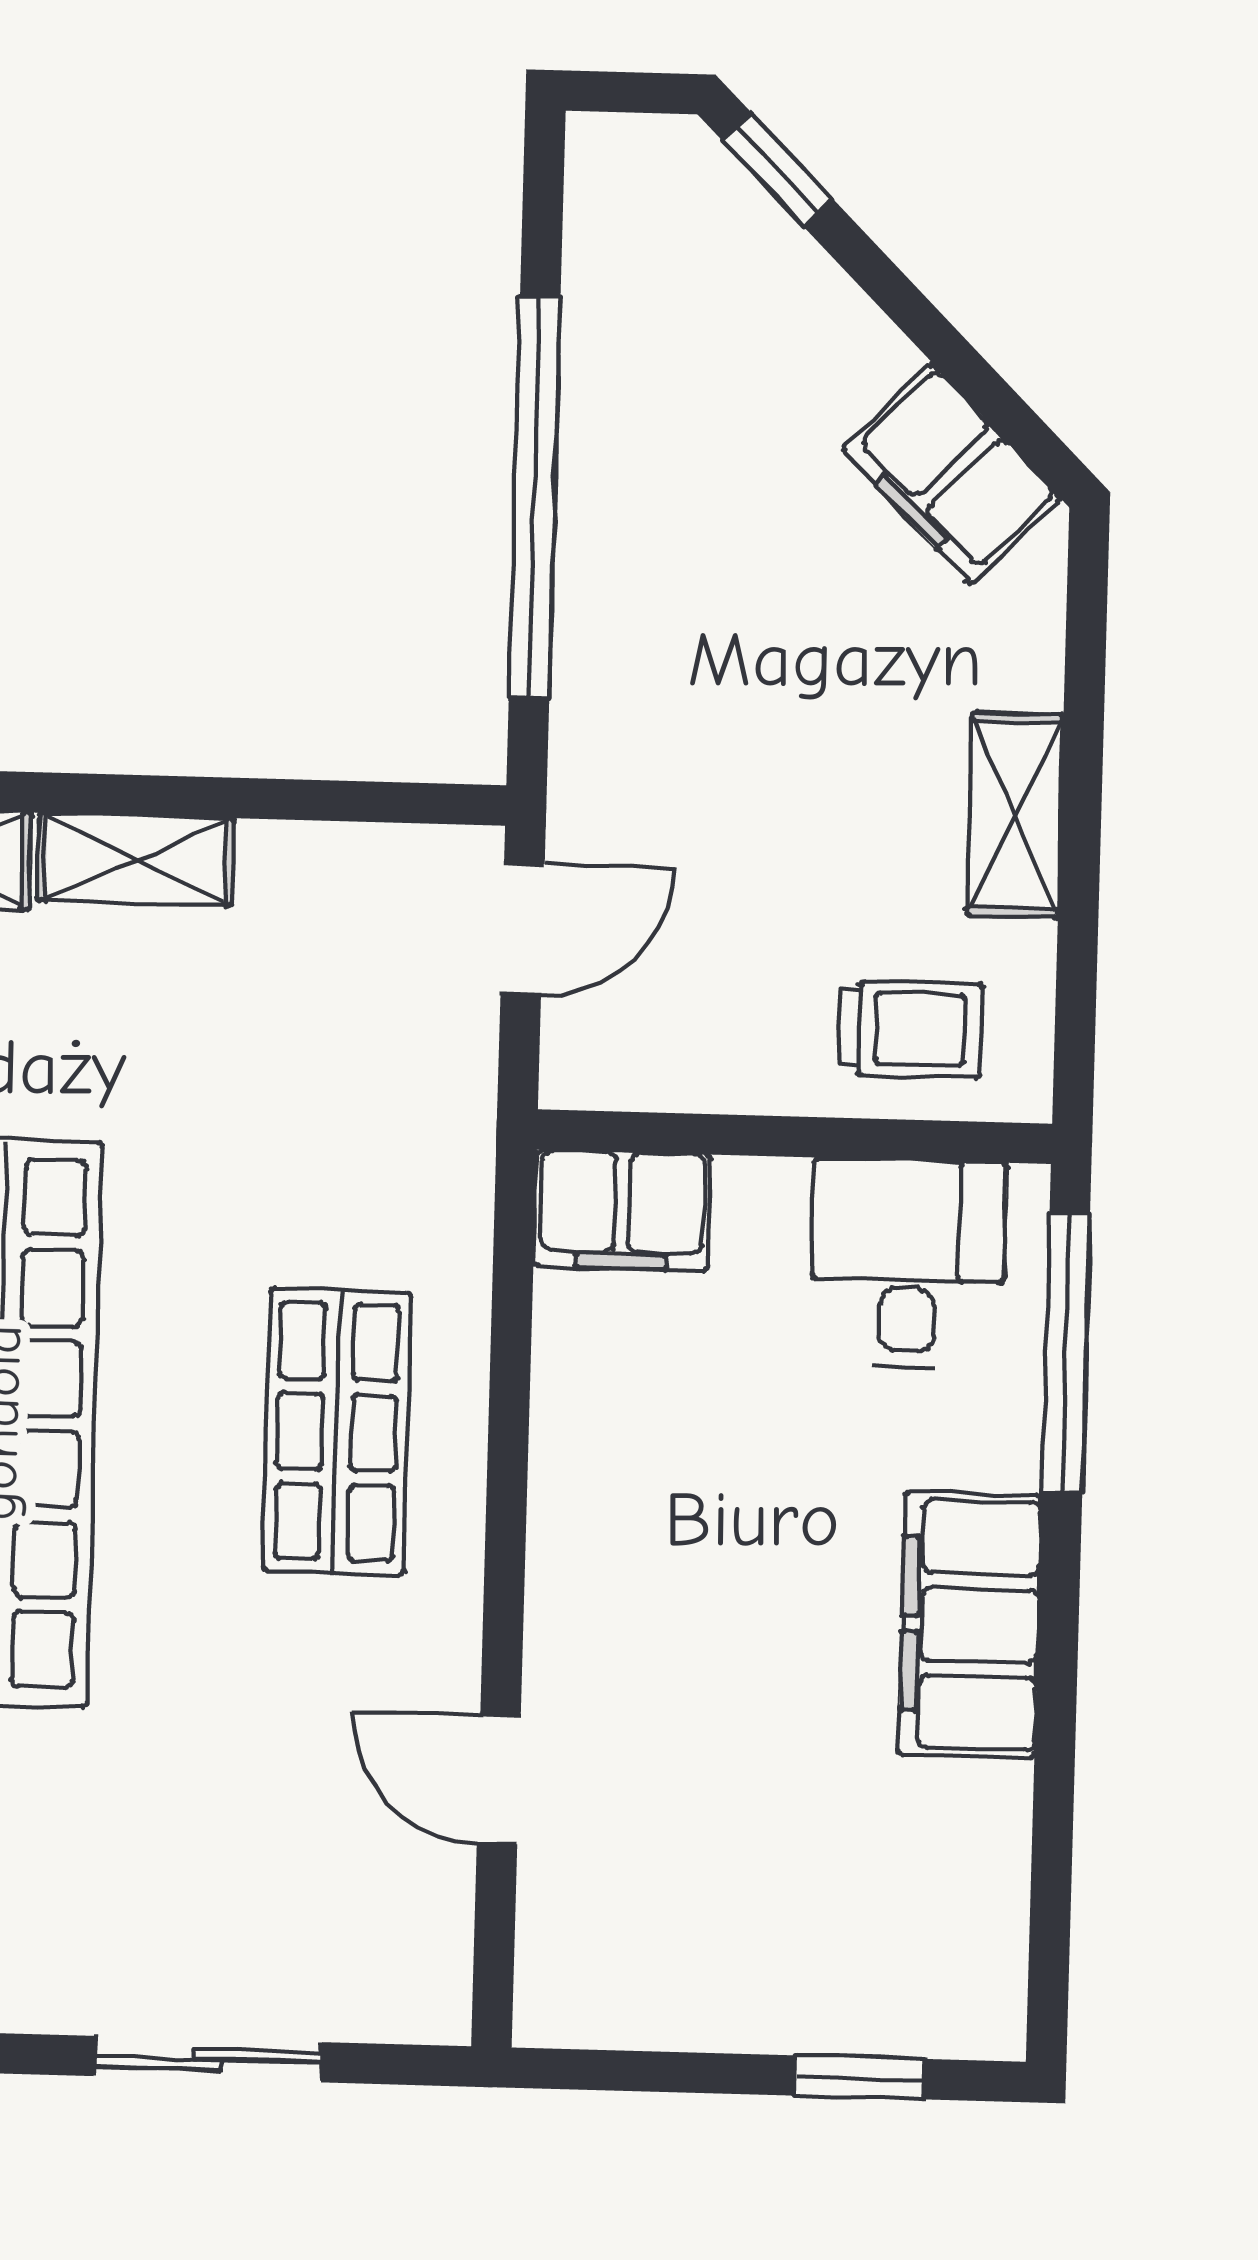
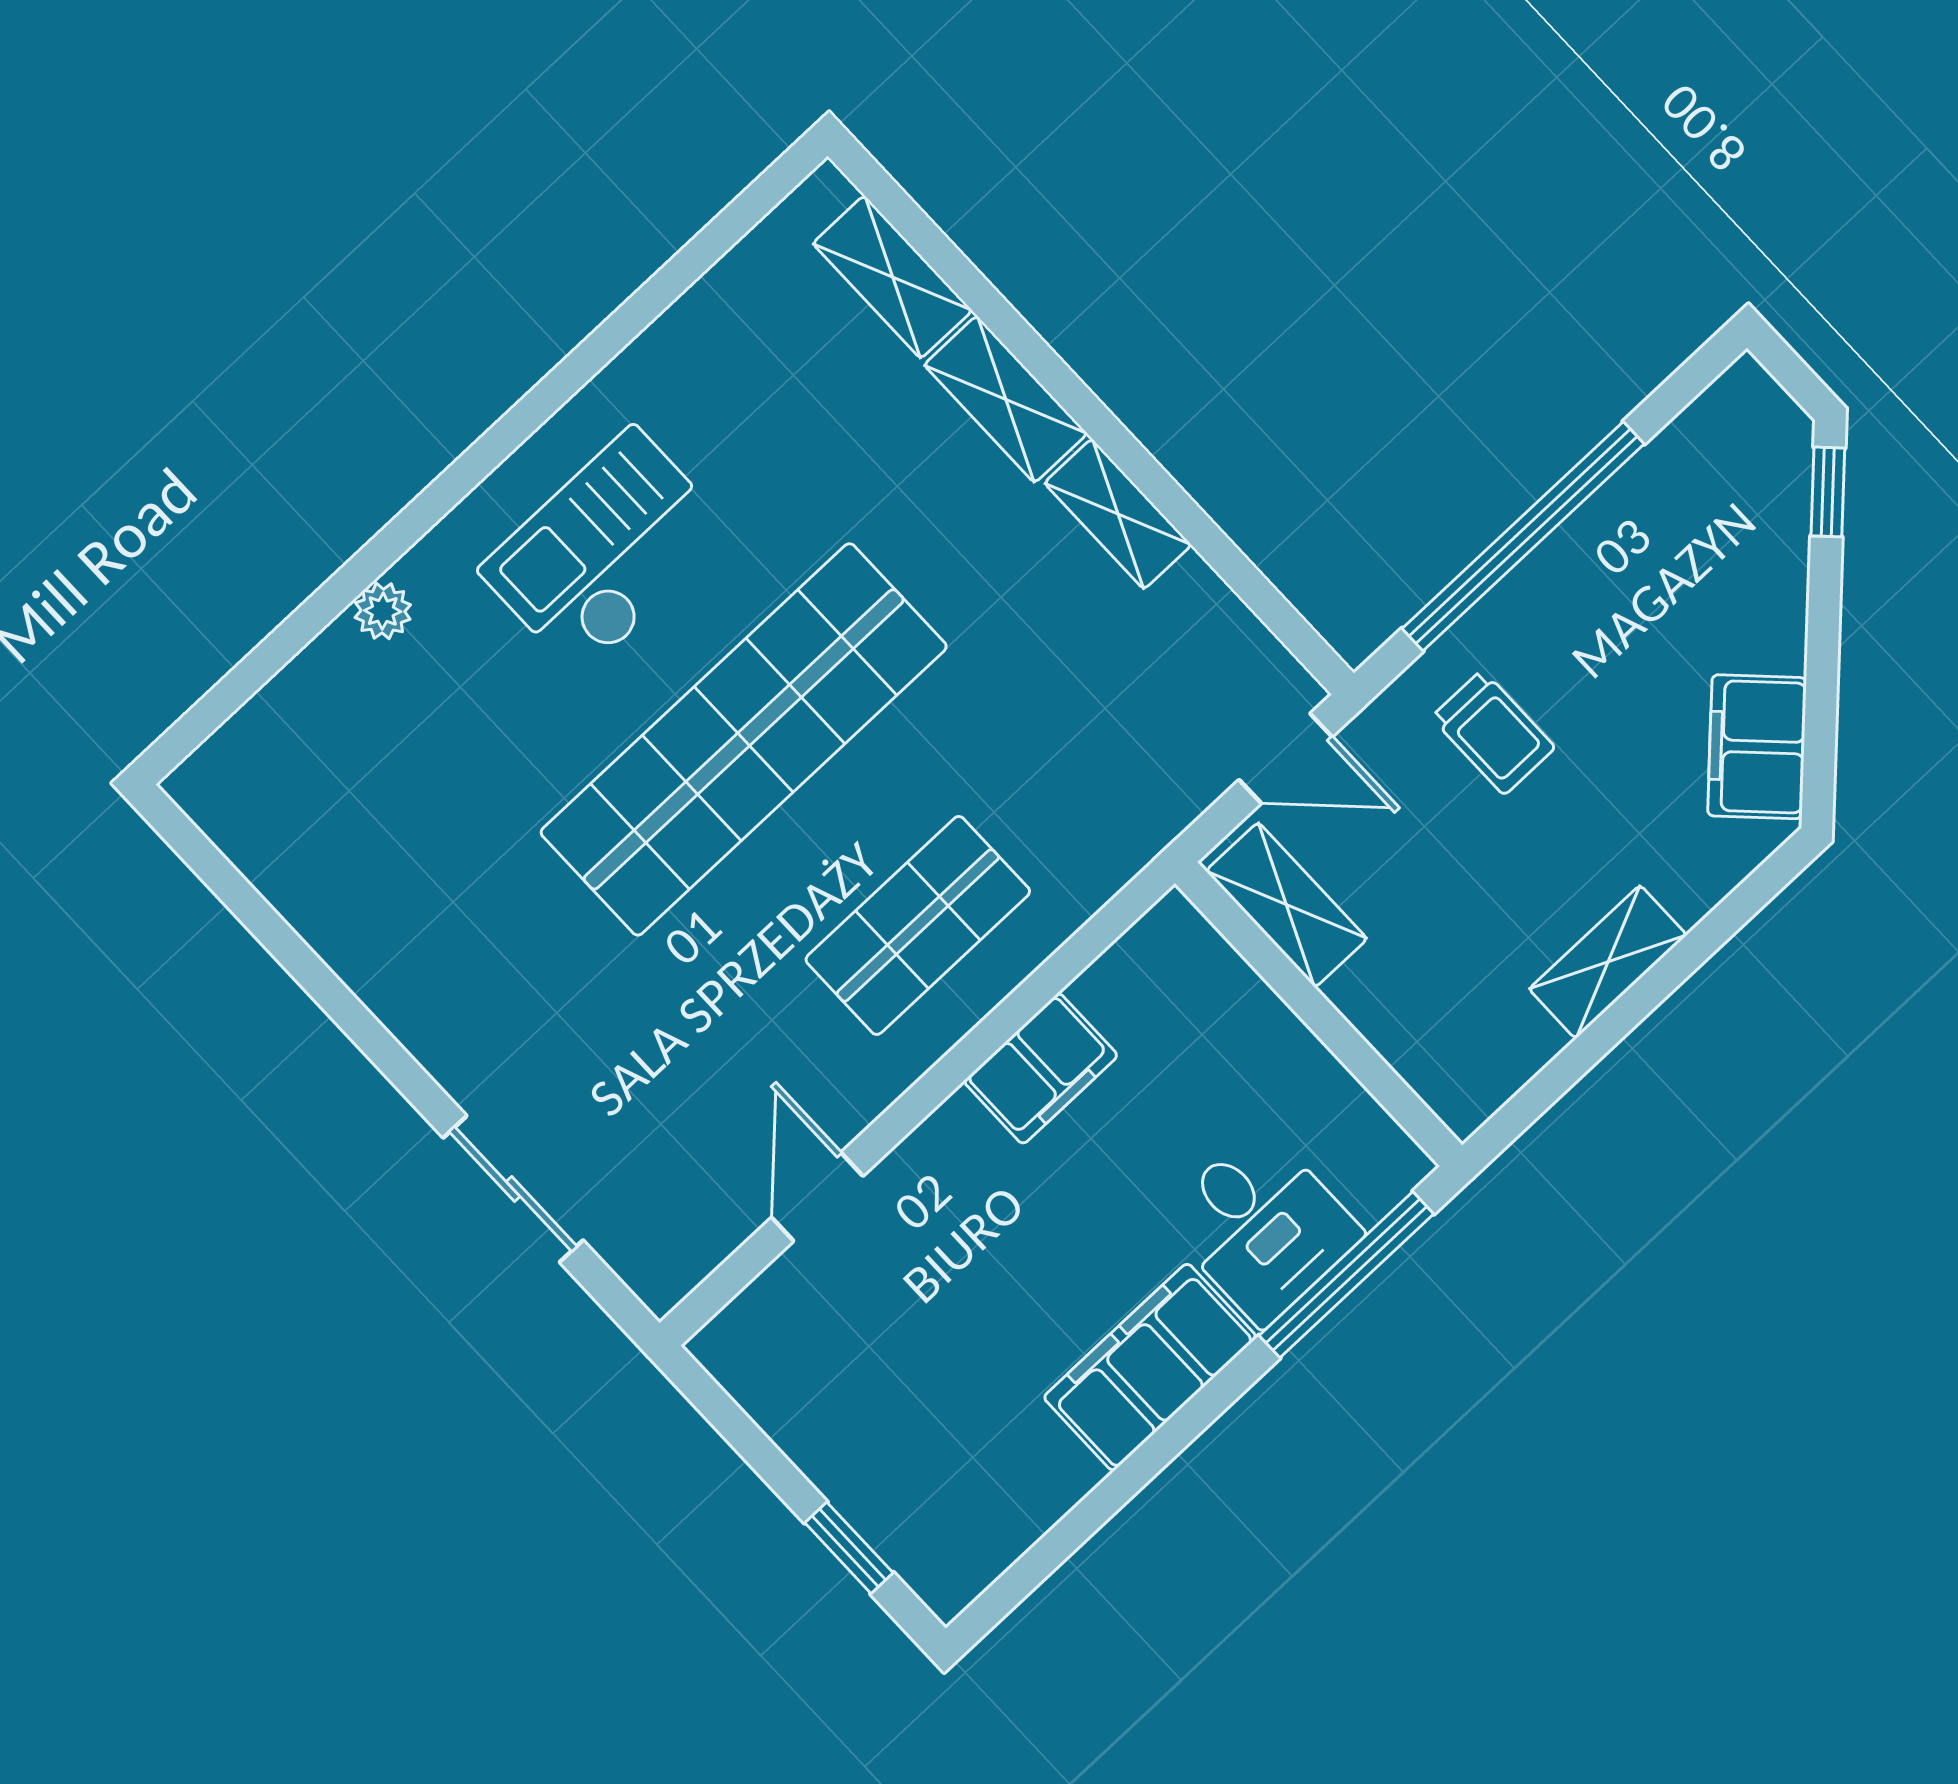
trolley: (910, 1029) -> (1493, 732), moved
shelving: (661, 1065) -> (1287, 905), added
filing cabinet: (622, 1210) -> (1041, 1068), moved, turned -90
desk: (908, 1264) -> (1262, 1226), moved, turned 90

